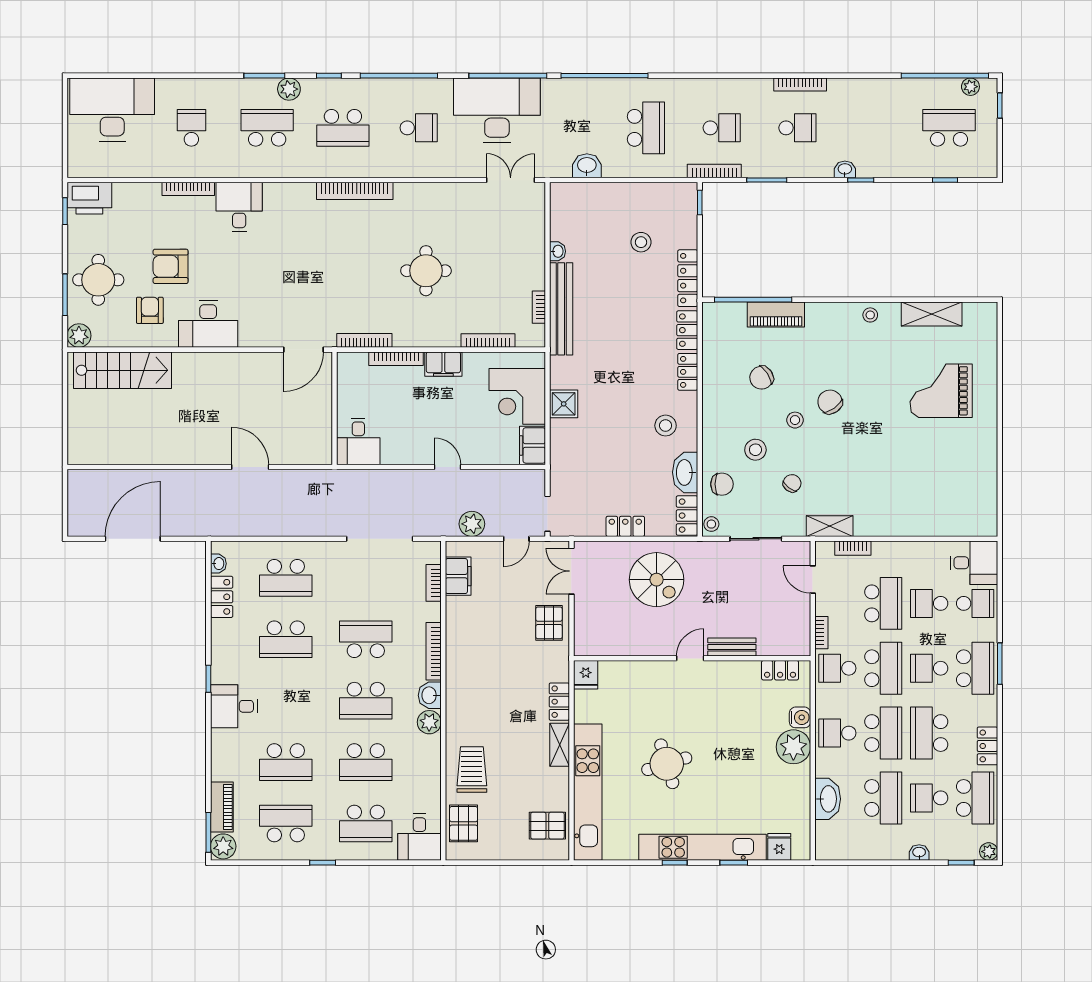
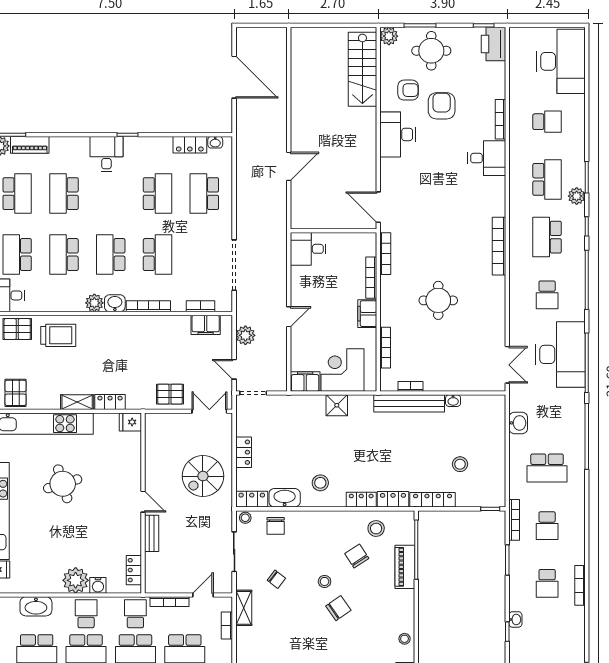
stool: (755, 450) -> (376, 529), moved
bookcase: (821, 633) -> (170, 602), width x1.56
school desk: (286, 639) -> (158, 194), turned 180

